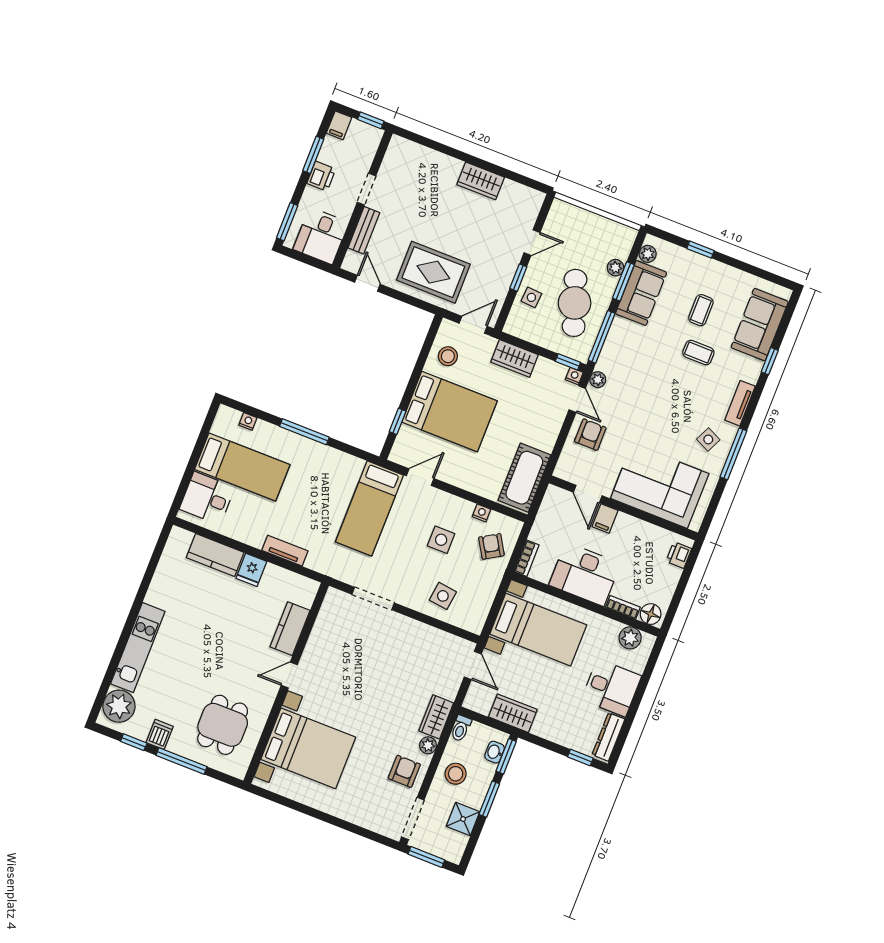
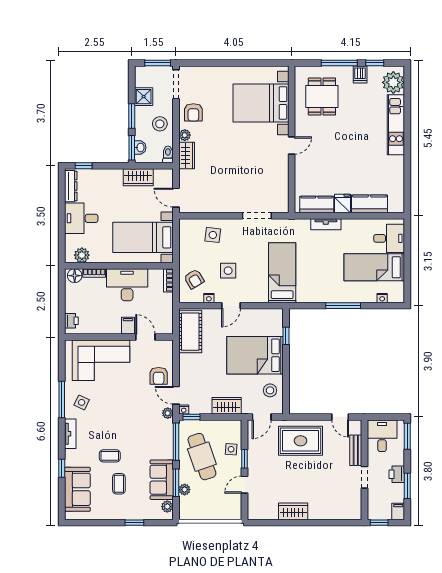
door: (420, 477) -> (231, 306), moved
kitchen counter: (290, 629) -> (317, 204), moved, turned -90

